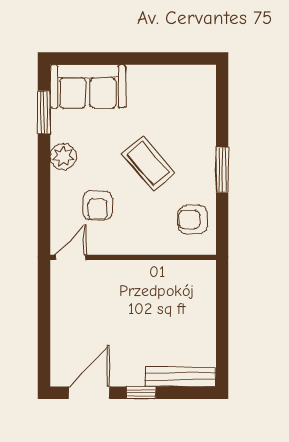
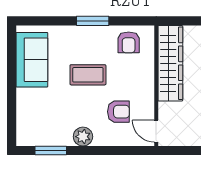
sofa: (88, 86) -> (32, 60), moved
coffee table: (148, 163) -> (88, 75), turned 41
wardrobe: (164, 277) -> (170, 63), added

